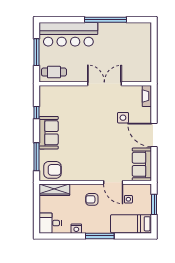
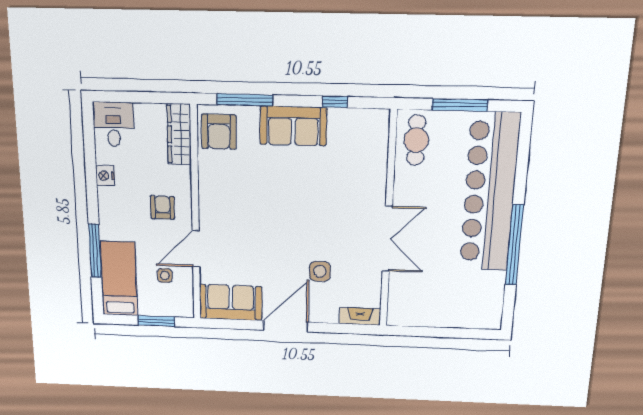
bar counter: (68, 34) -> (490, 193), width x1.36
window: (100, 236) -> (95, 251), moved

